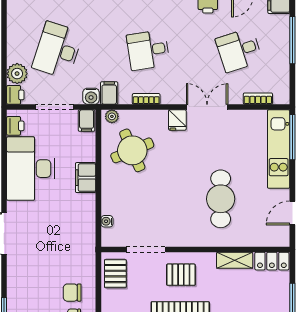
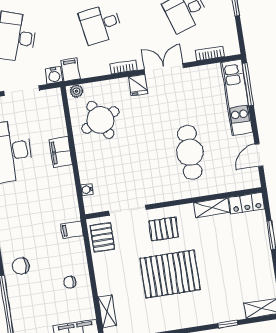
bookcase: (146, 99) -> (124, 67), moved
filing cabinet: (87, 121) -> (72, 230), moved, turned 90
chair: (72, 293) -> (21, 266), moved

